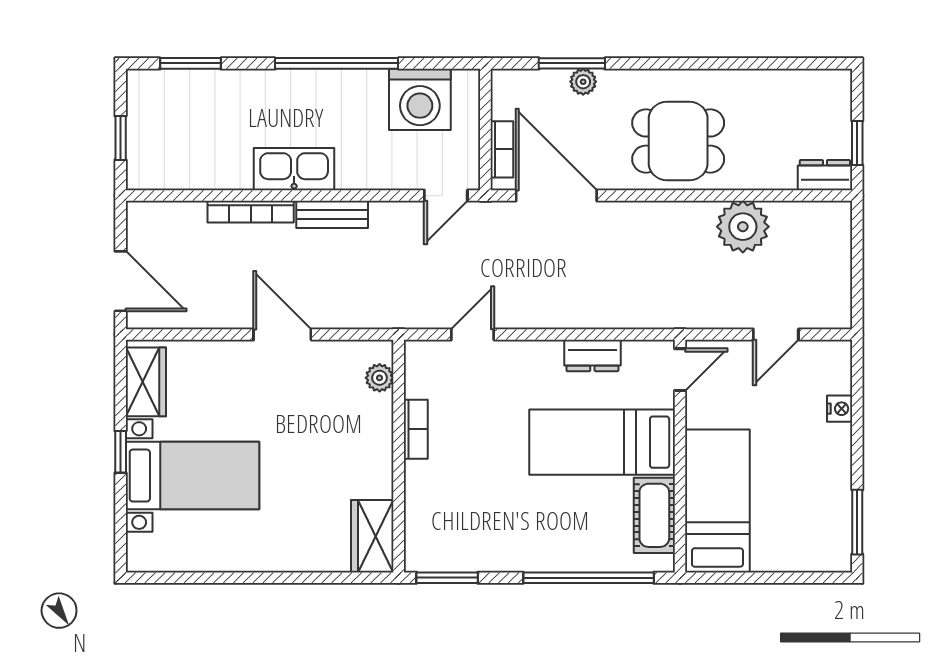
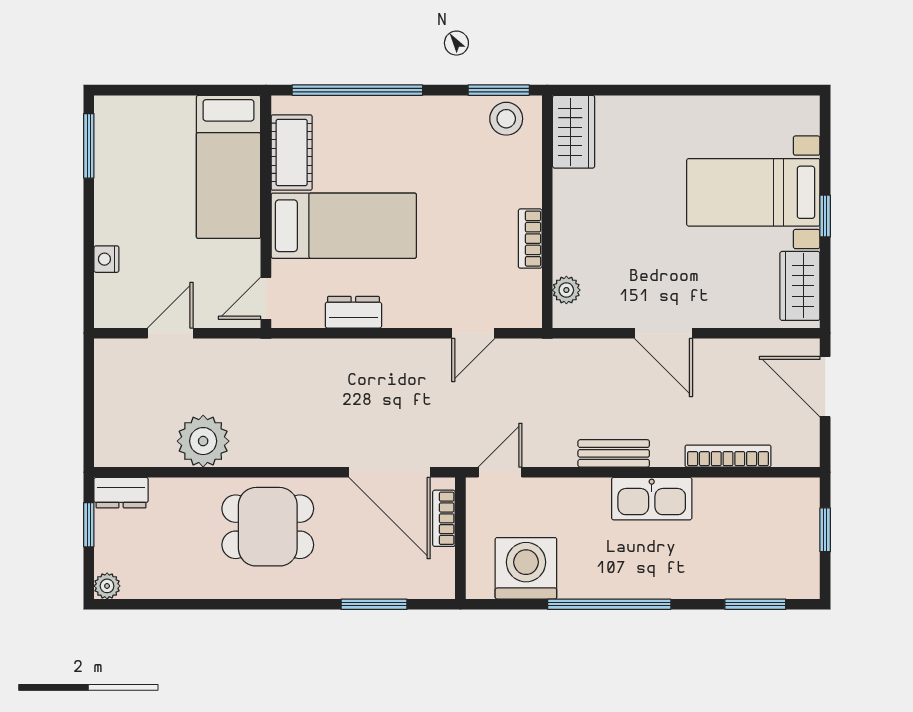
plant: (583, 82) -> (107, 586), moved
bookcase: (251, 212) -> (728, 456), moved
stool: (440, 549) -> (506, 119), added

